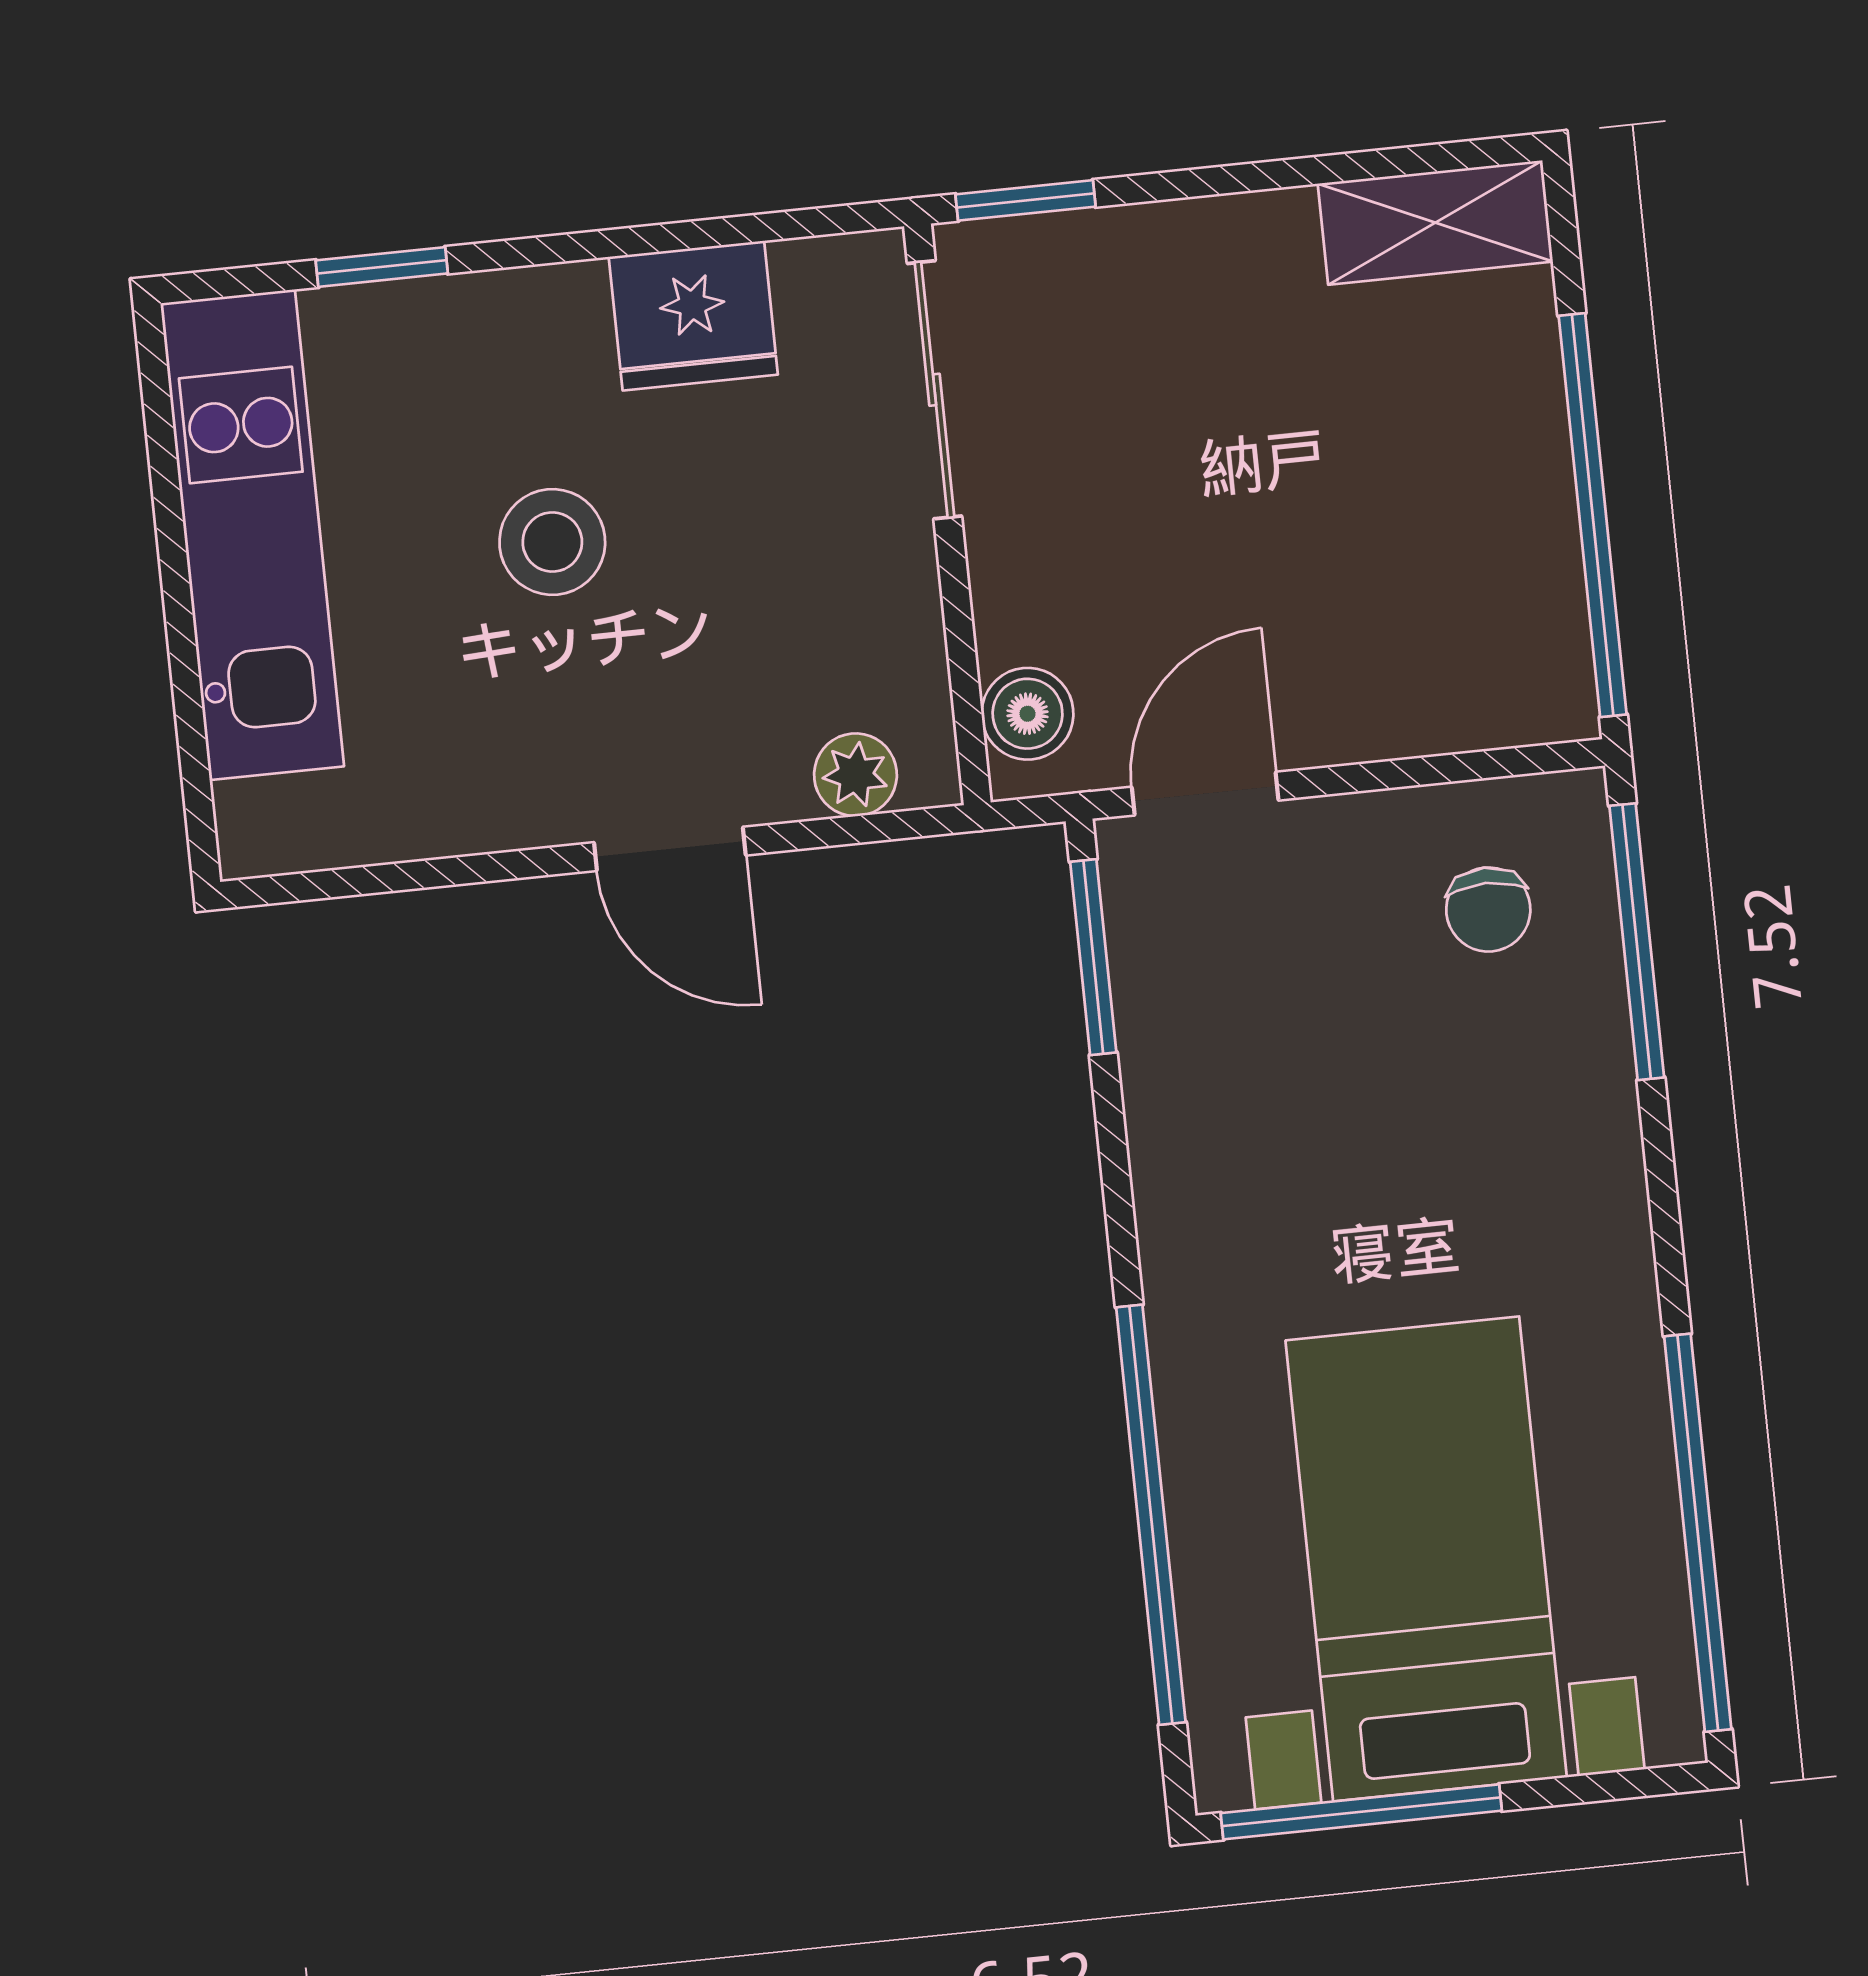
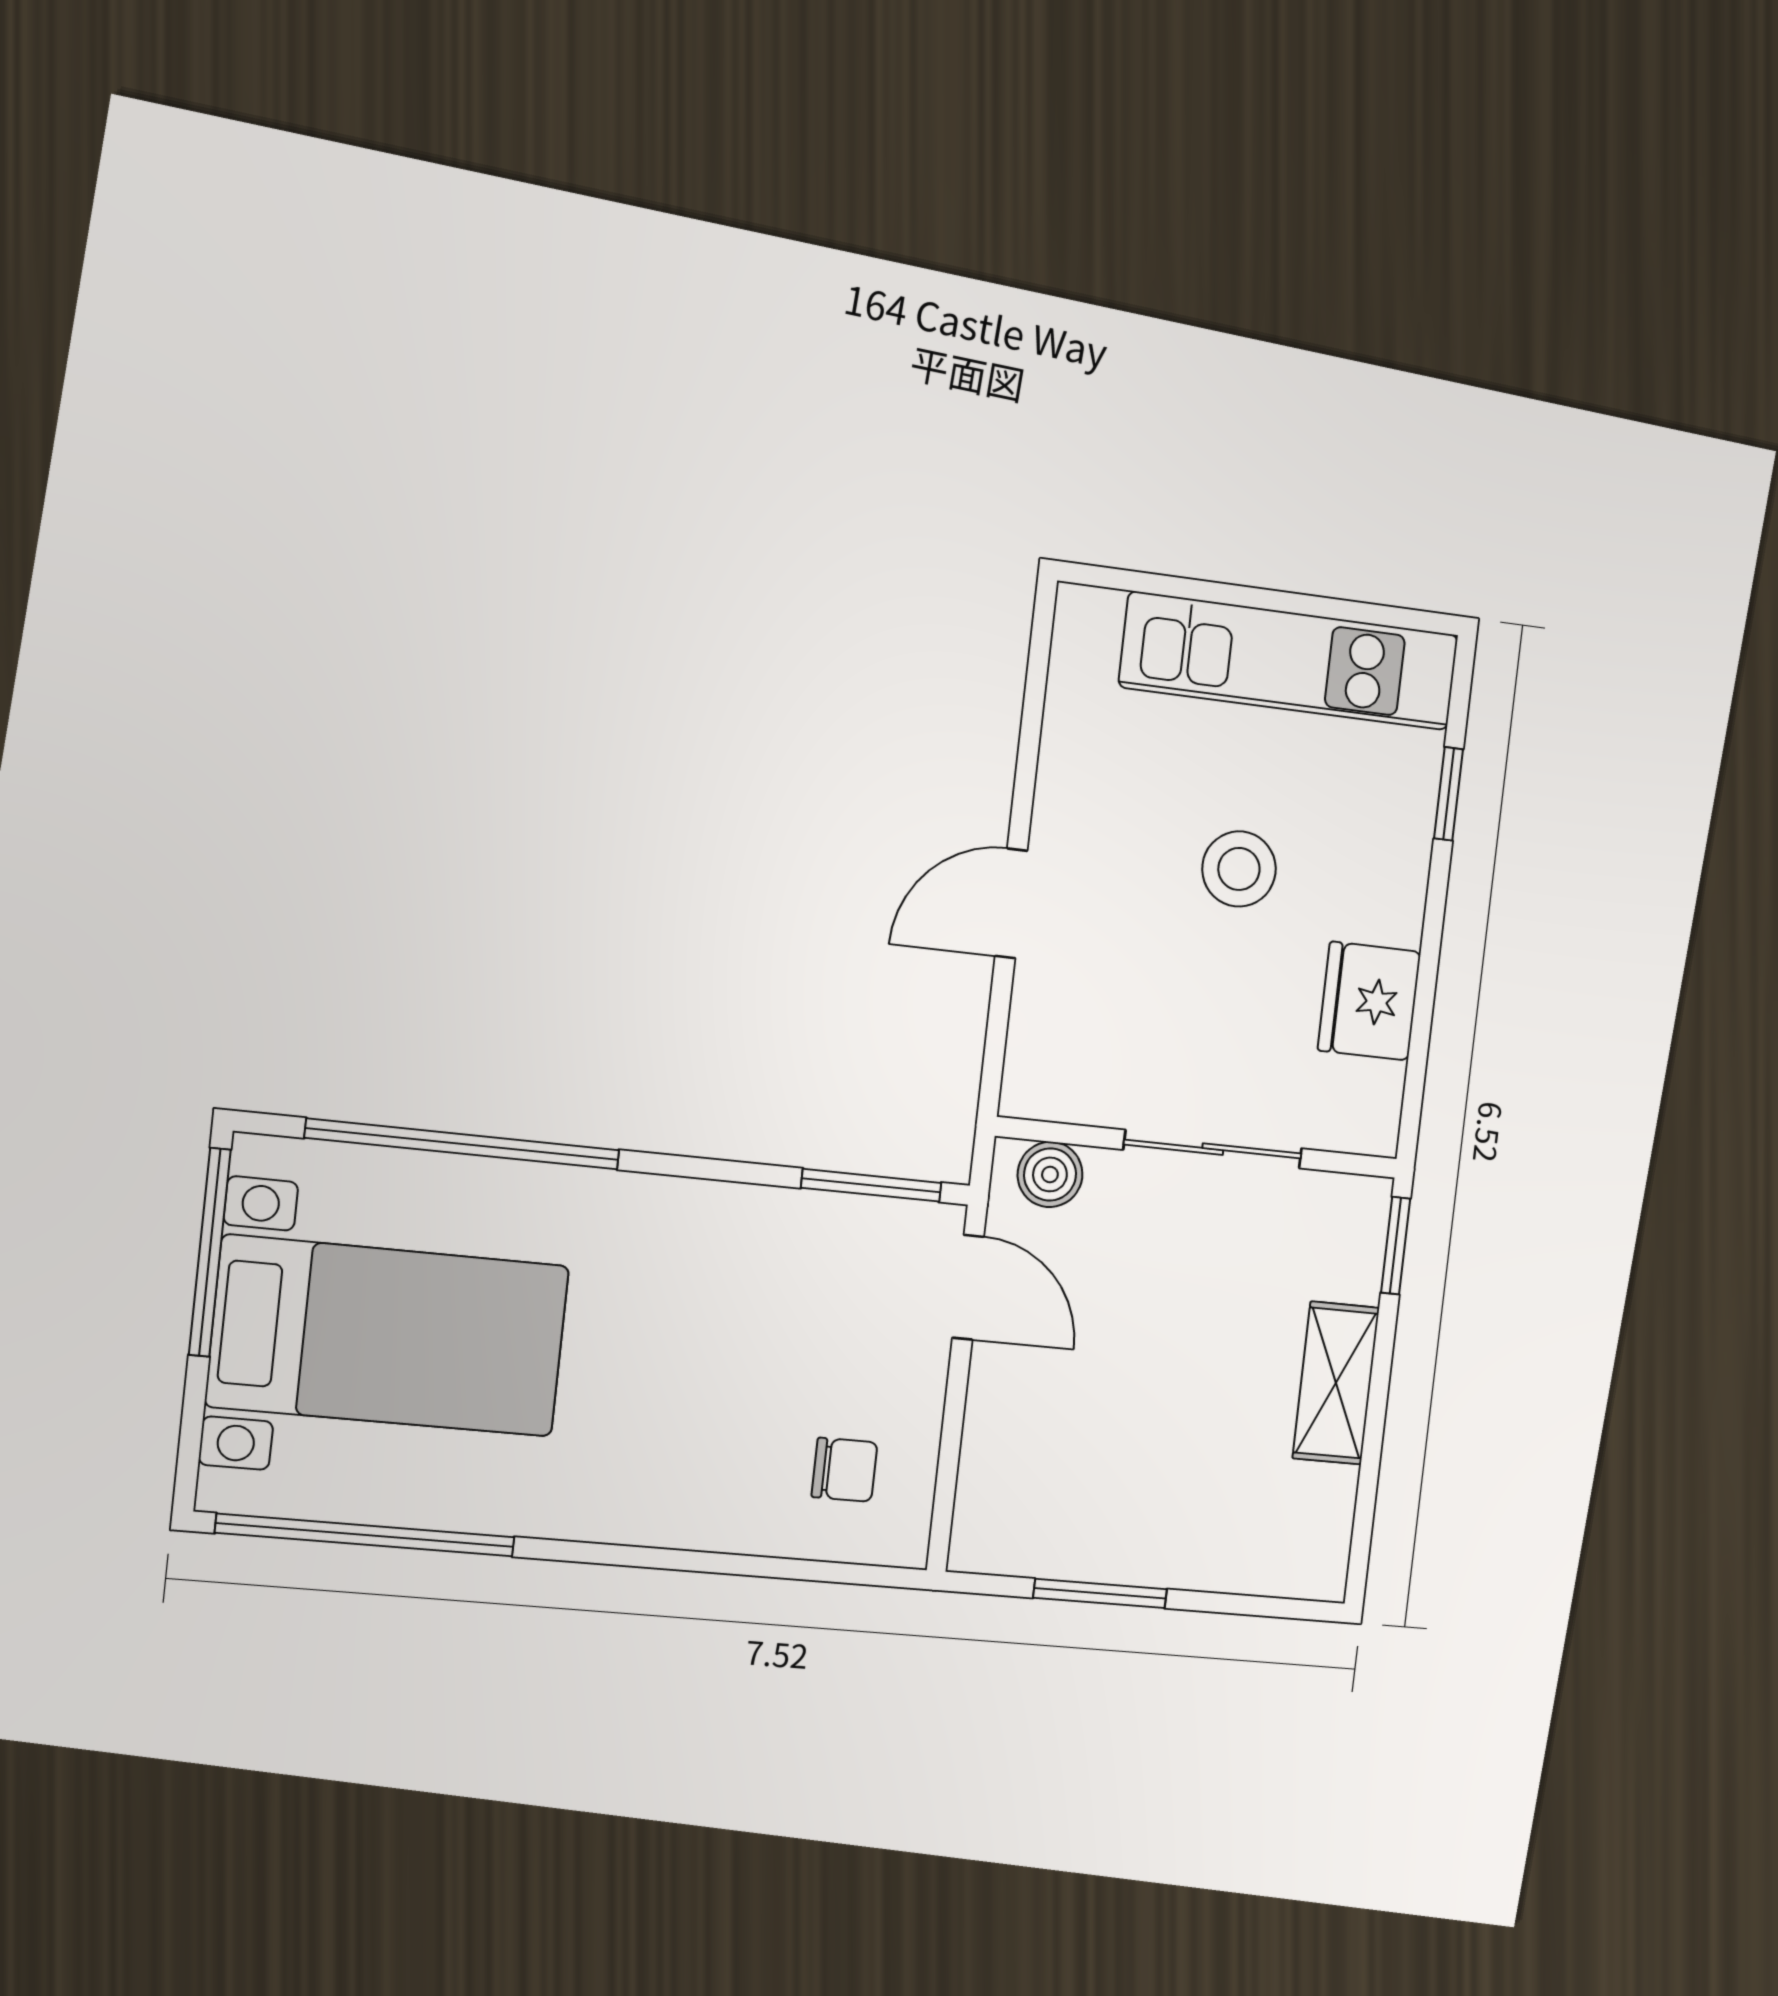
shelving: (1435, 223) -> (1336, 1383), moved
sliding door: (934, 390) -> (1213, 1149), moved
window: (1593, 515) -> (1100, 1593), width x0.47
plant: (855, 775) -> (1034, 1045), removed
chair: (1488, 910) -> (844, 1470), turned 180
window: (1637, 942) -> (799, 1570), removed

